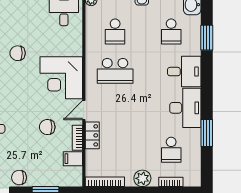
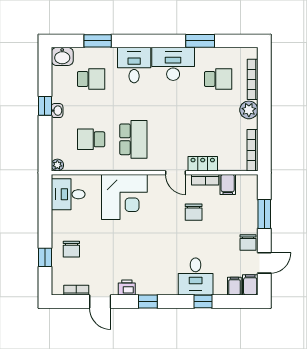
school desk: (115, 31) -> (91, 139), turned 180
chair: (18, 53) -> (71, 249), moved
corner desk: (61, 78) -> (124, 197), moved
bookcase: (171, 182) -> (253, 79), width x1.56

